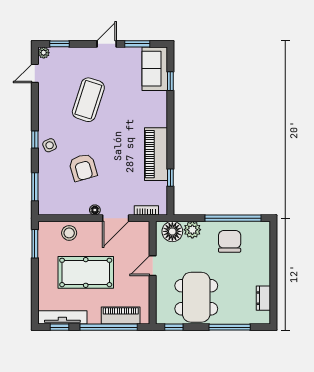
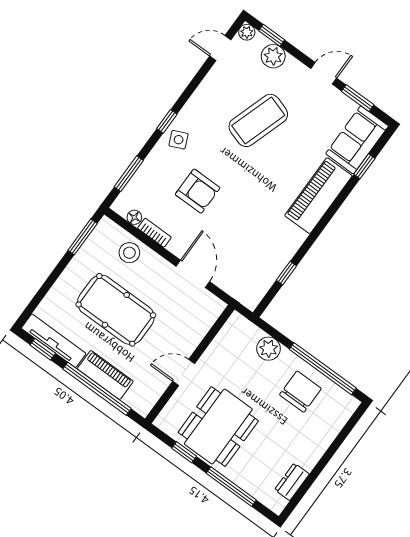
plant: (69, 55) -> (273, 56), added
piano: (156, 154) -> (318, 196), moved
armchair: (83, 167) -> (198, 191), turned -74
floor lamp: (95, 210) -> (134, 217), moved
bookcase: (146, 210) -> (154, 233), moved
door: (116, 218) -> (193, 274), swing flipped
floor lamp: (172, 231) -> (245, 334), removed
door: (153, 266) -> (184, 372), moved
piano: (121, 315) -> (105, 375), moved
window: (174, 327) -> (184, 452), moved

